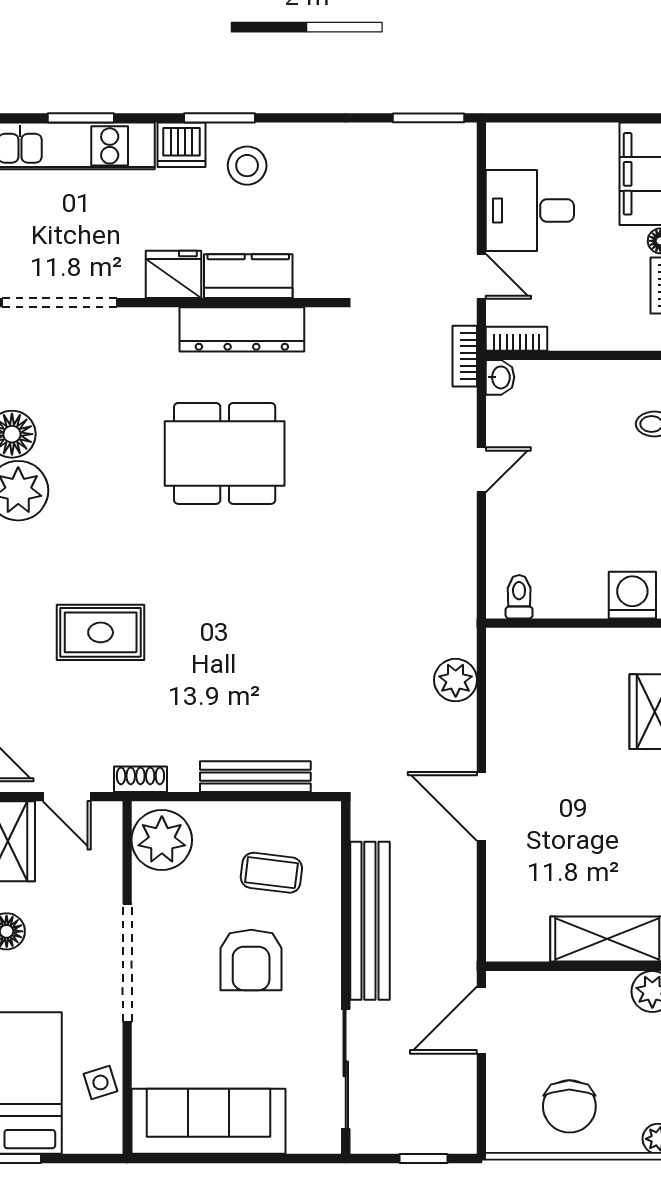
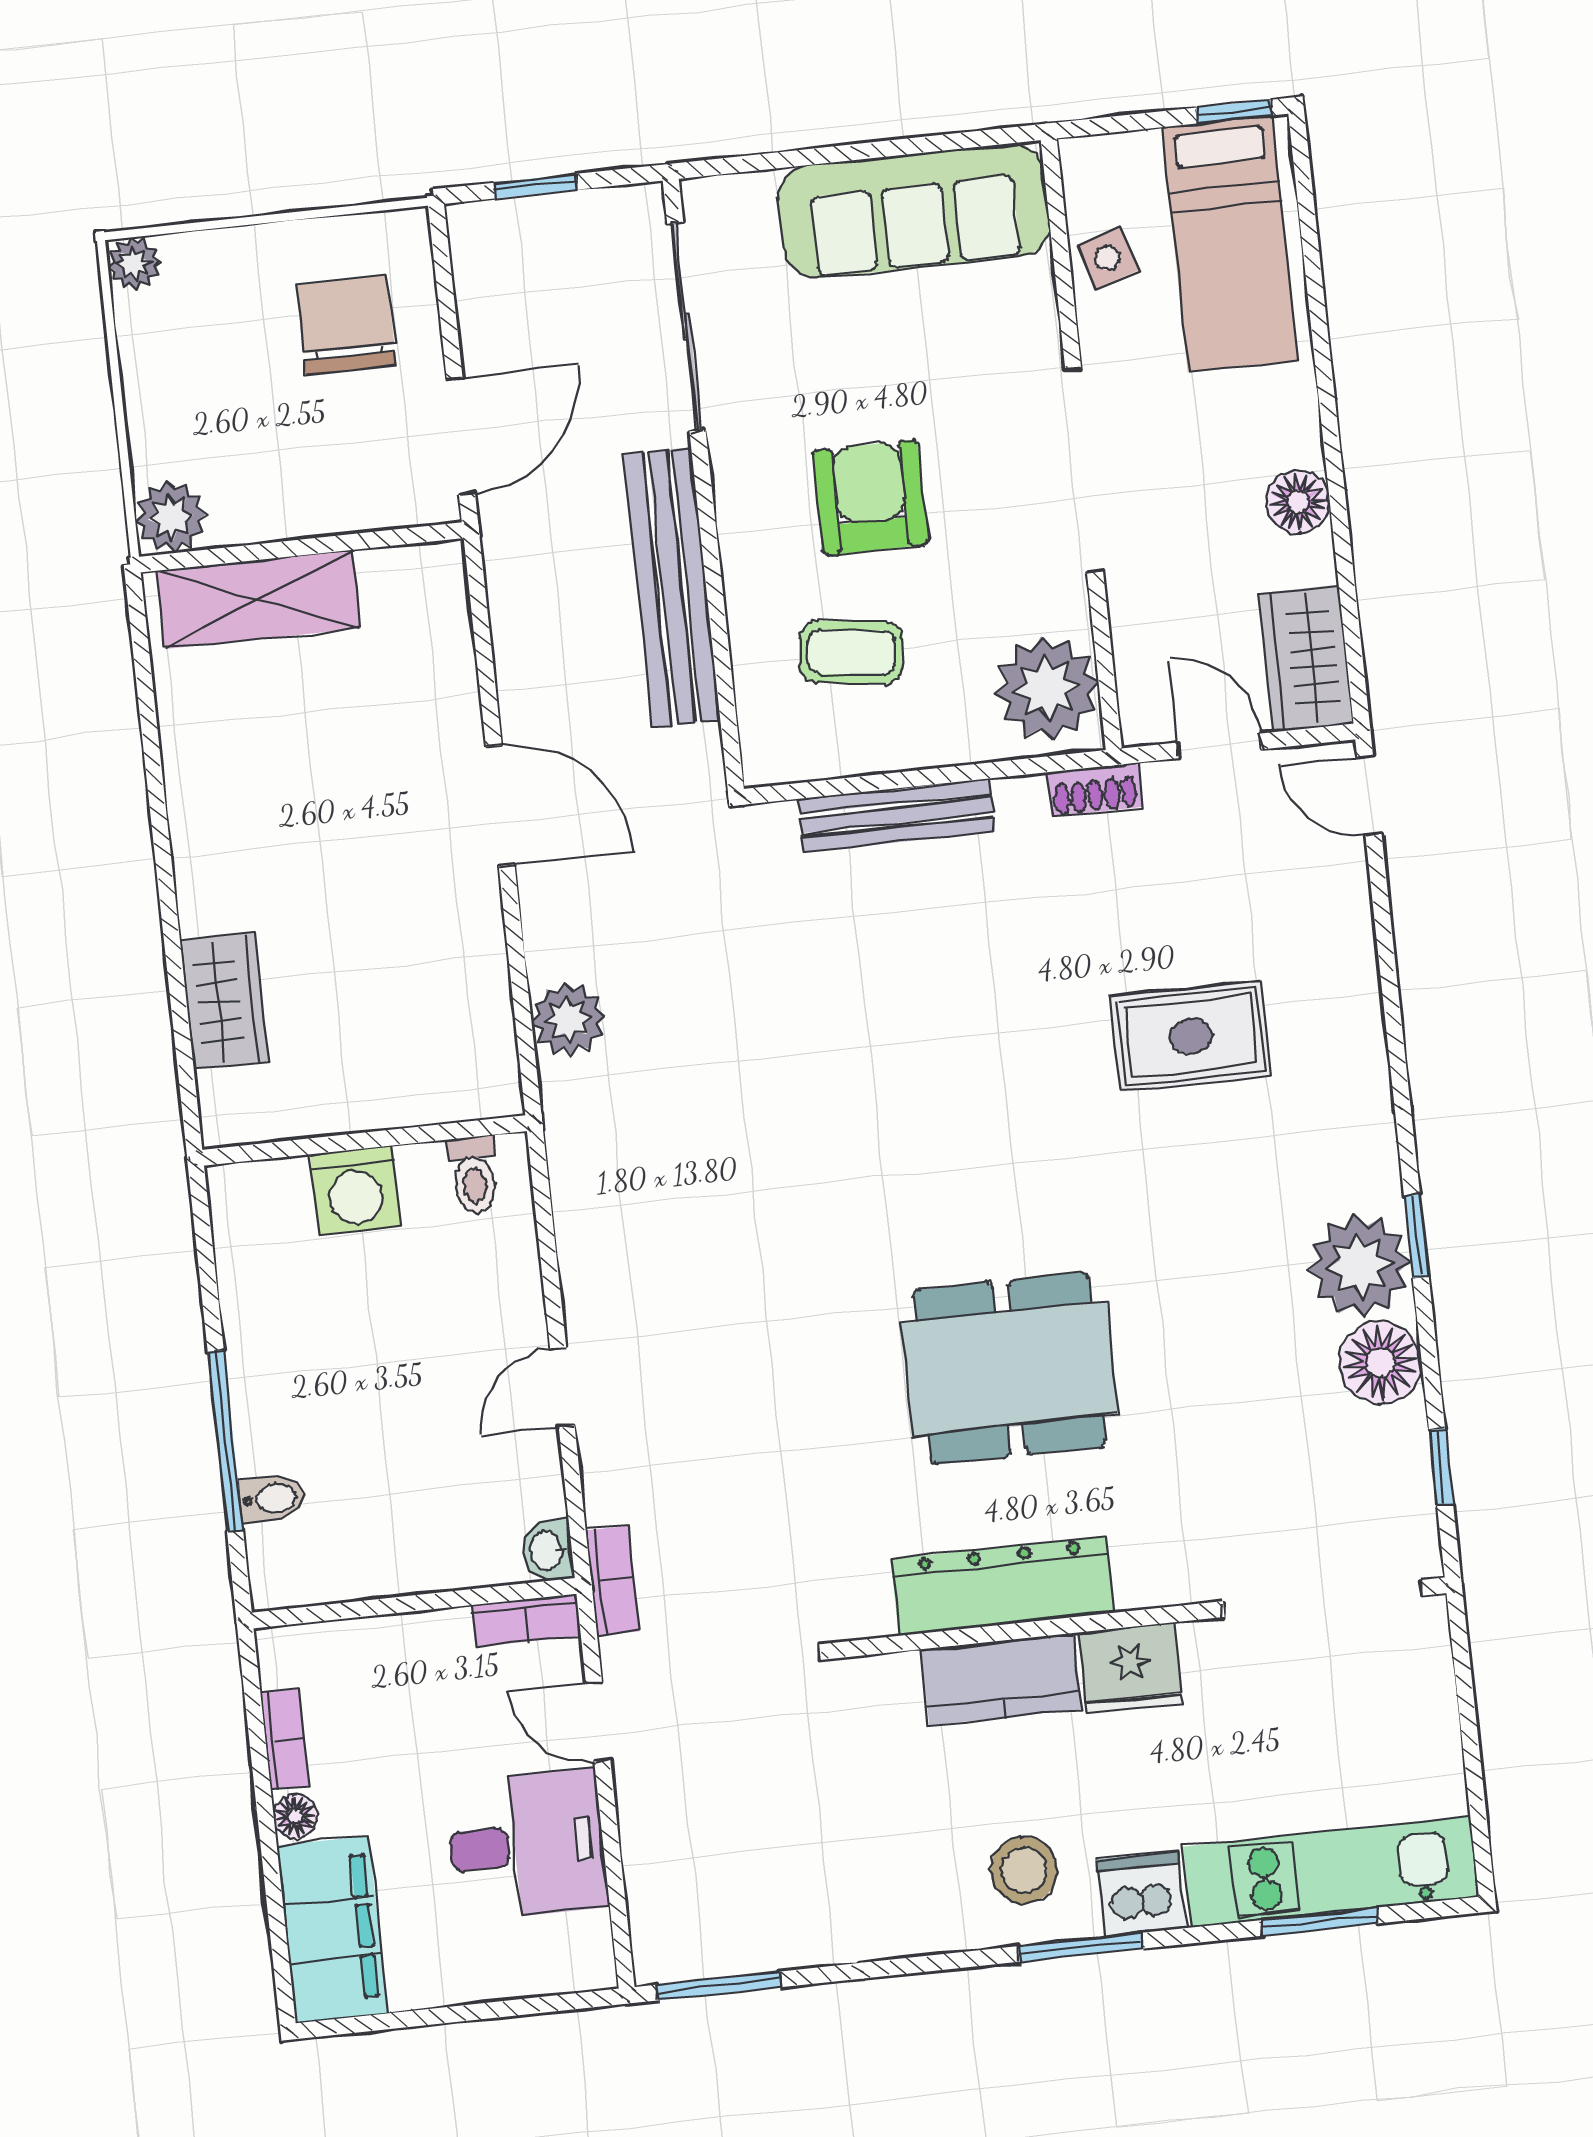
washing machine: (632, 595) -> (355, 1191), moved
chair: (569, 1106) -> (346, 325), moved

